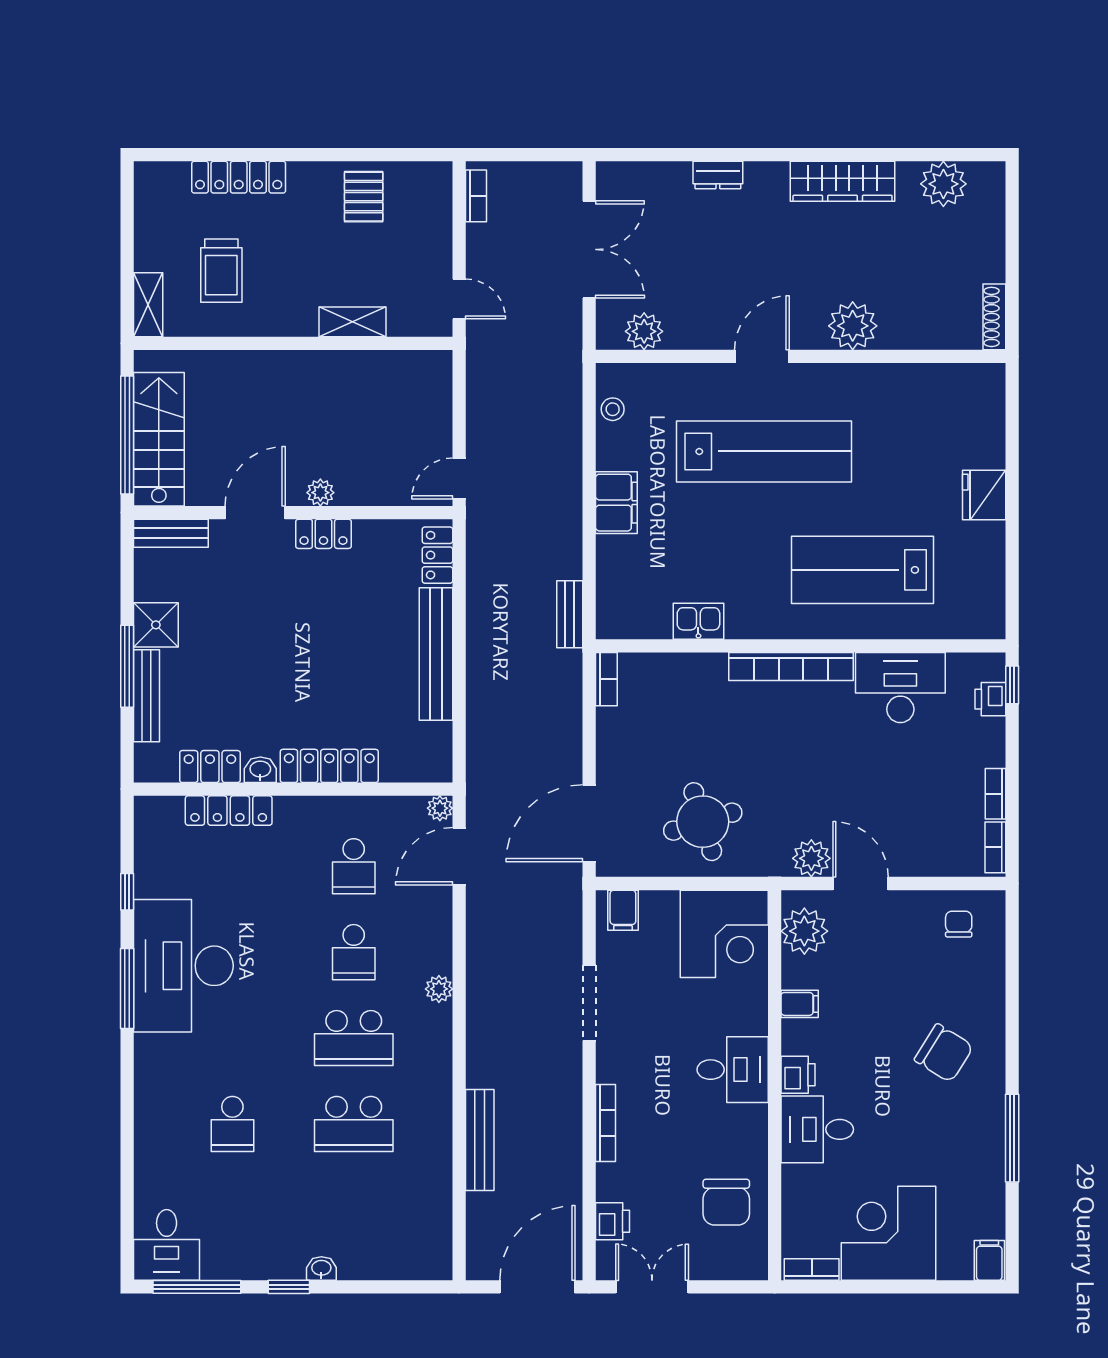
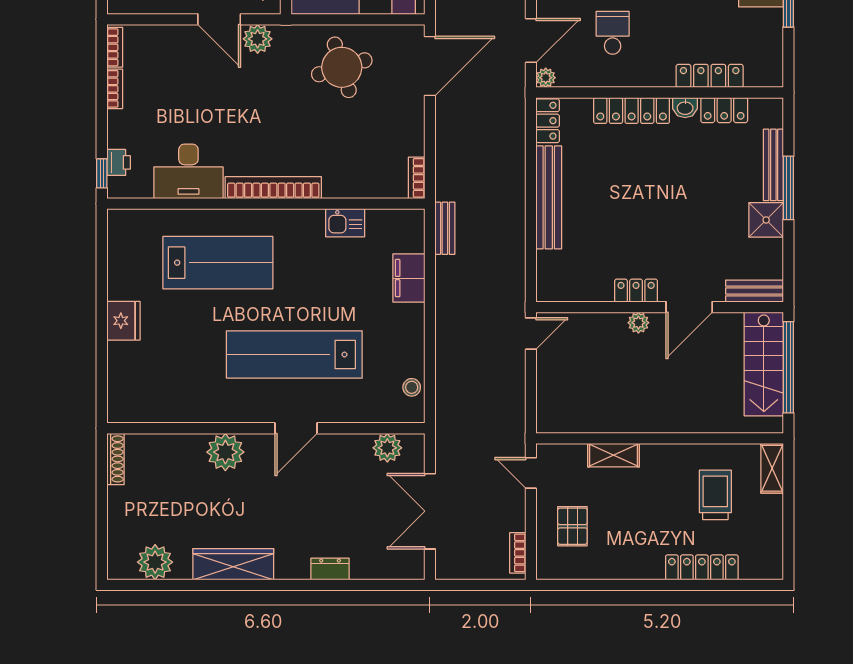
pallet: (364, 197) -> (572, 526), moved
filing cabinet: (616, 503) -> (409, 278), moved
locker: (437, 555) -> (548, 121), moved

